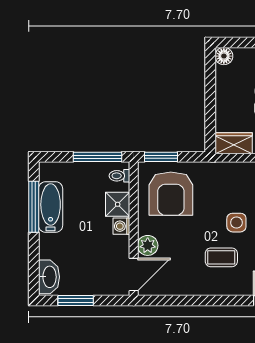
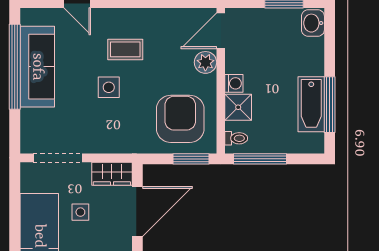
door: (210, 109) -> (137, 212), added
washbasin: (49, 277) -> (313, 23), width x0.72

